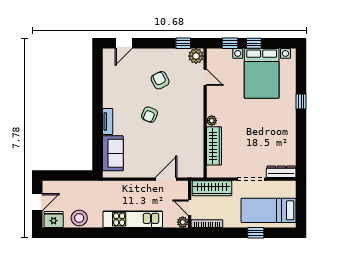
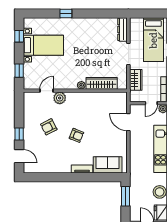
window: (183, 43) -> (19, 134), moved
window: (254, 43) -> (19, 36), moved
plant: (196, 56) -> (60, 98), moved
bed with nightstands: (262, 73) -> (43, 45), width x0.73
window: (74, 175) -> (125, 196), added
wardrobe: (212, 188) -> (136, 80), width x0.67

